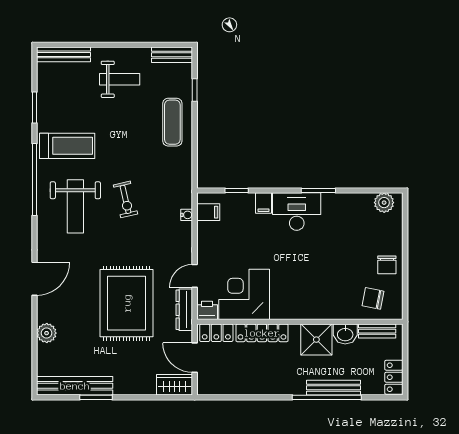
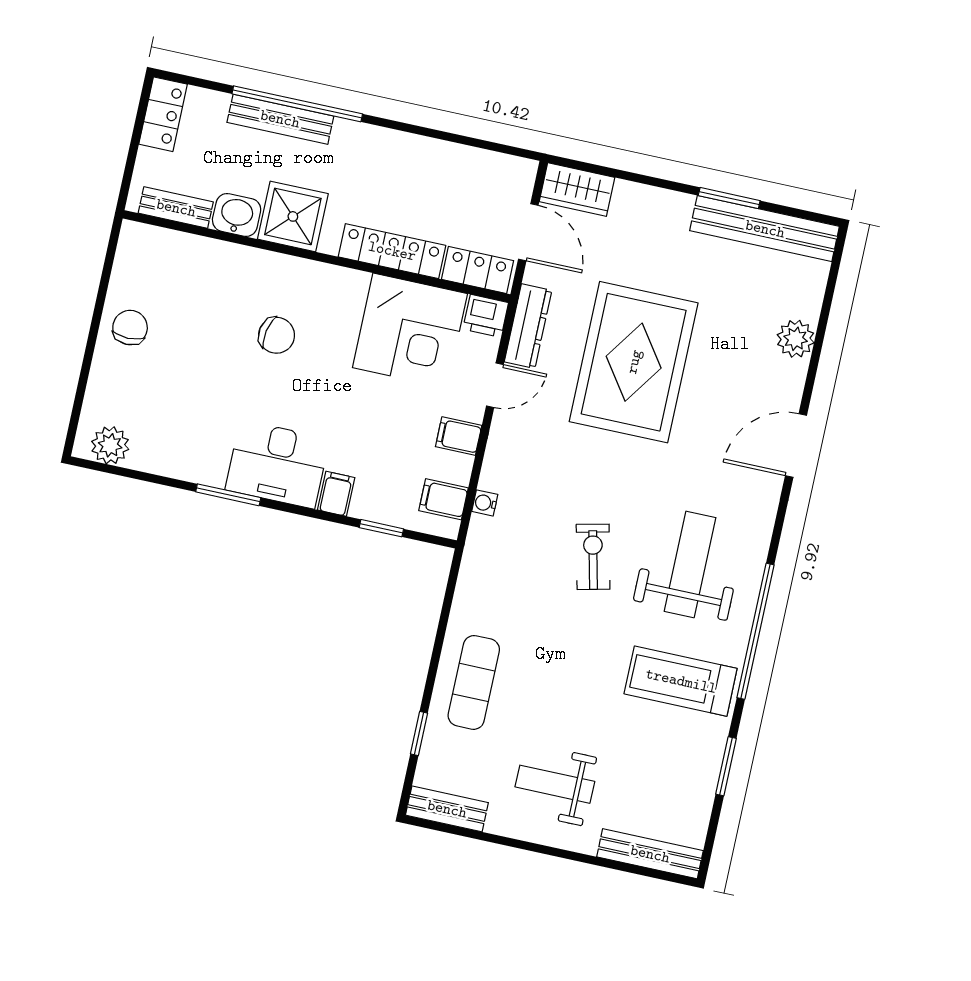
filing cabinet: (207, 246) -> (459, 436), added
chair: (373, 298) -> (277, 335), moved

